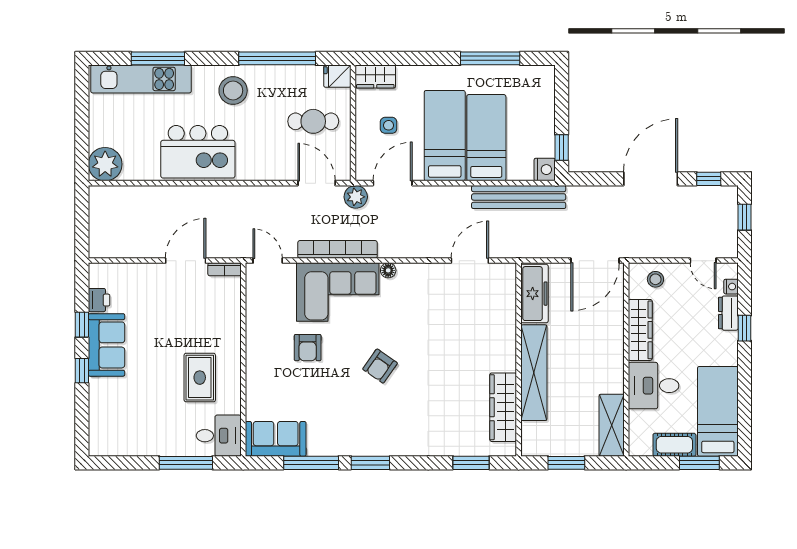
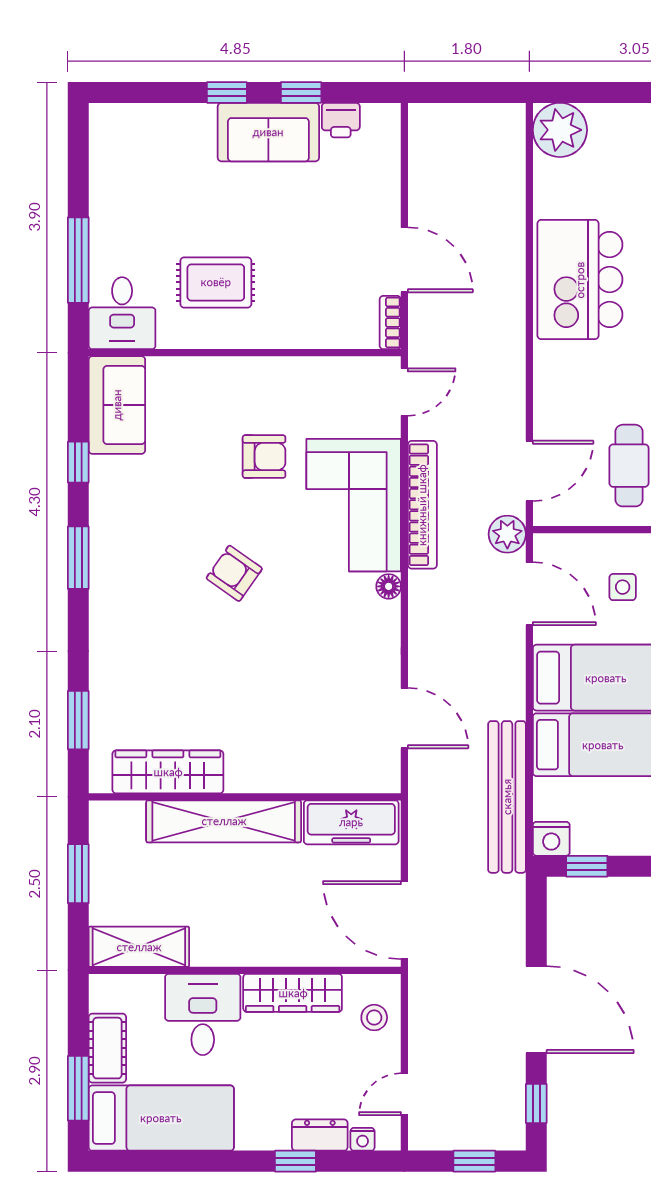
armchair: (308, 348) -> (264, 457), turned 180
window: (311, 463) -> (78, 462), width x0.46

